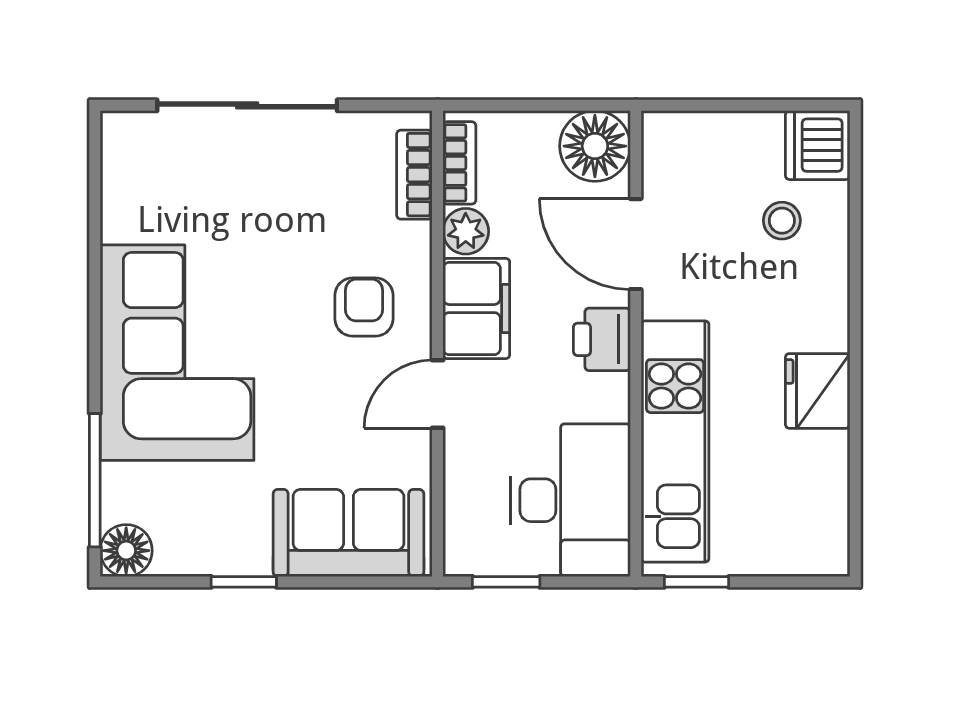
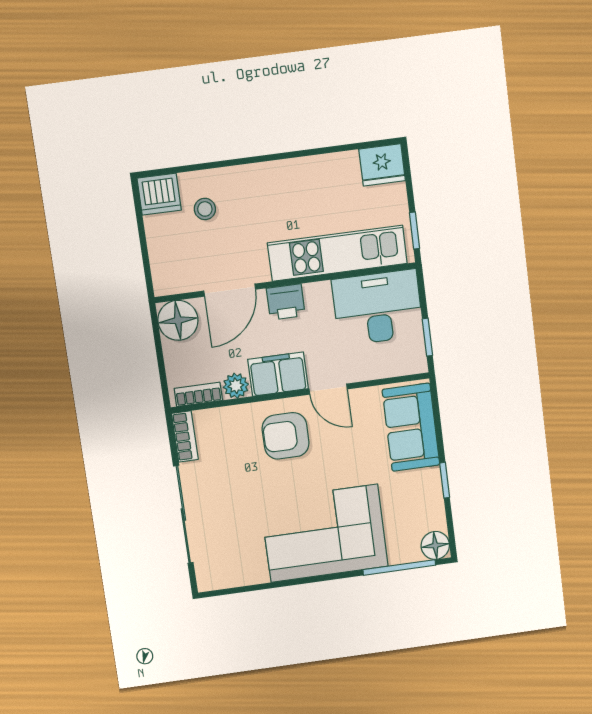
bookcase: (414, 175) -> (185, 436), moved, turned -90
armchair: (364, 307) -> (286, 436), width x1.38, depth x1.38
fridge: (818, 391) -> (382, 165), moved

